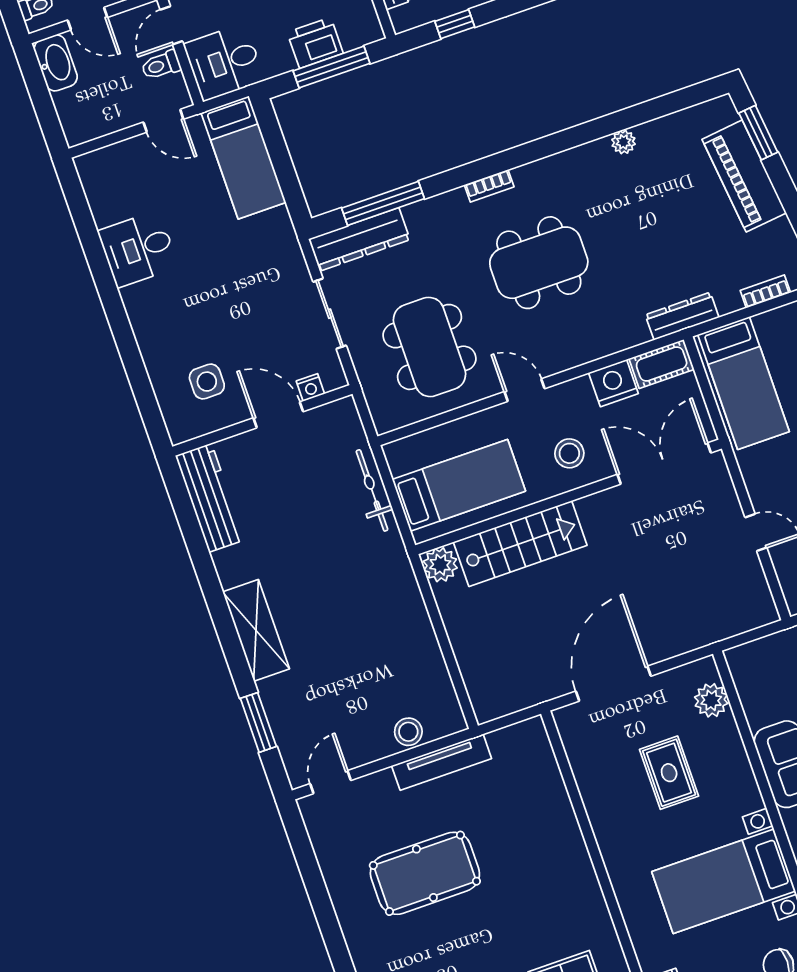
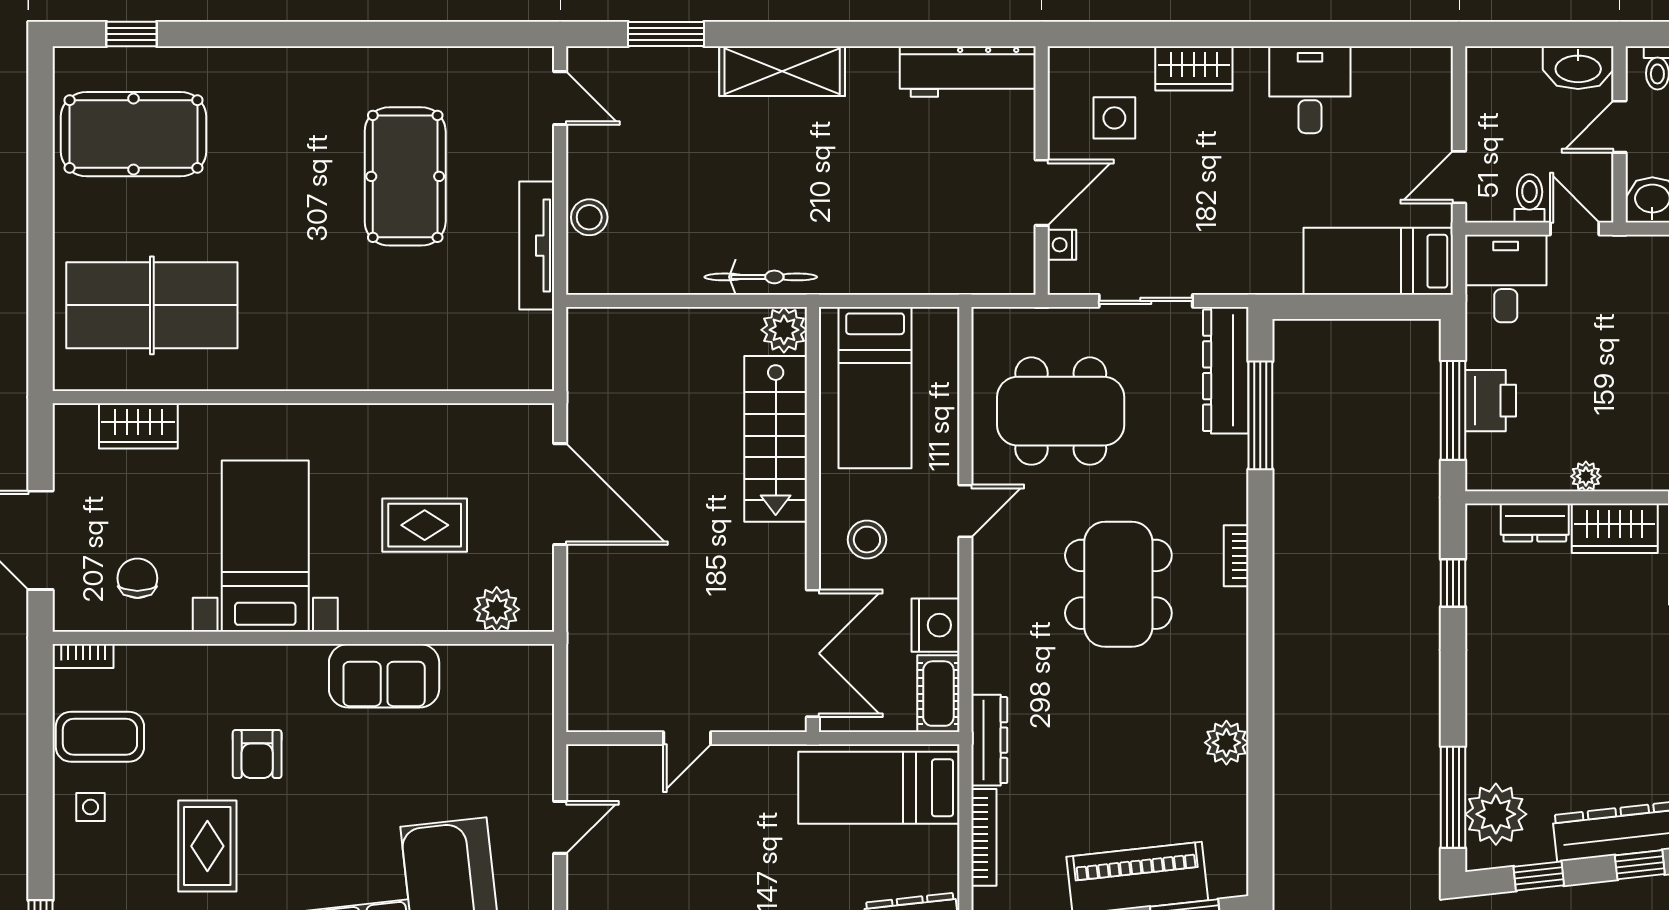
plant: (623, 142) -> (1226, 743), width x1.38, depth x1.38
bookcase: (765, 291) -> (984, 837), width x1.56
wardrobe: (152, 337) -> (1194, 68), added
bicycle: (372, 490) -> (761, 277), moved

